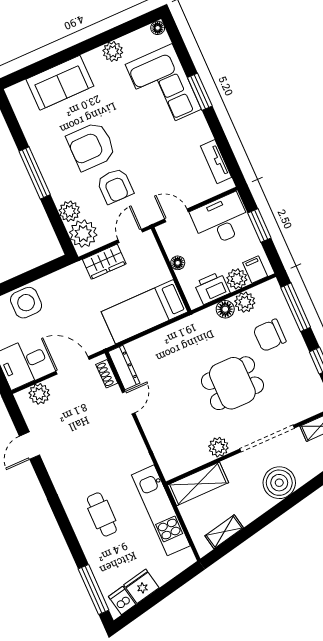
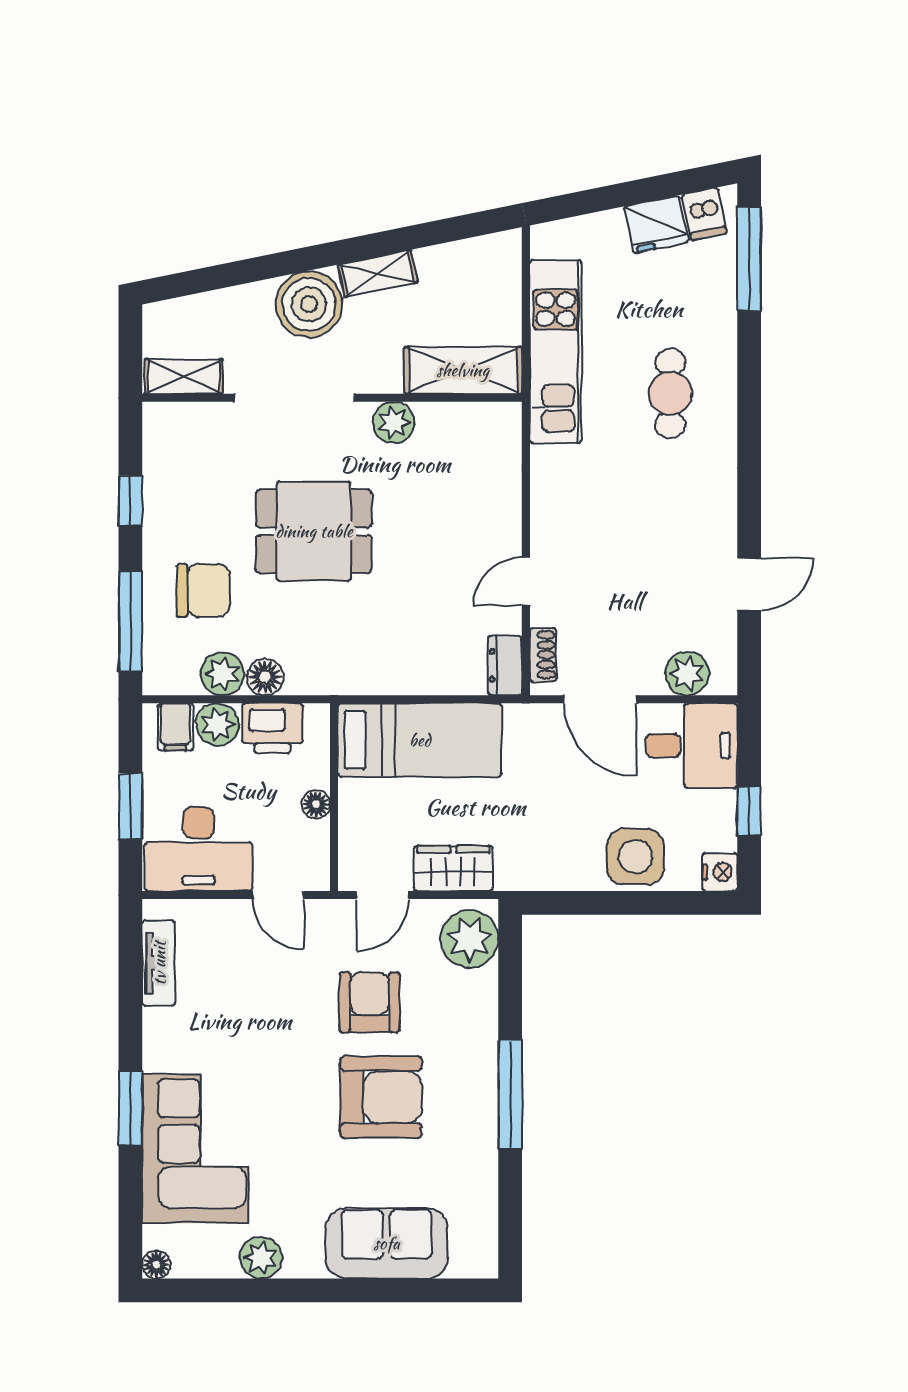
plant: (69, 211) -> (477, 993), removed
dresser: (124, 367) -> (505, 665), width x0.70
shelving: (224, 532) -> (378, 274), moved

